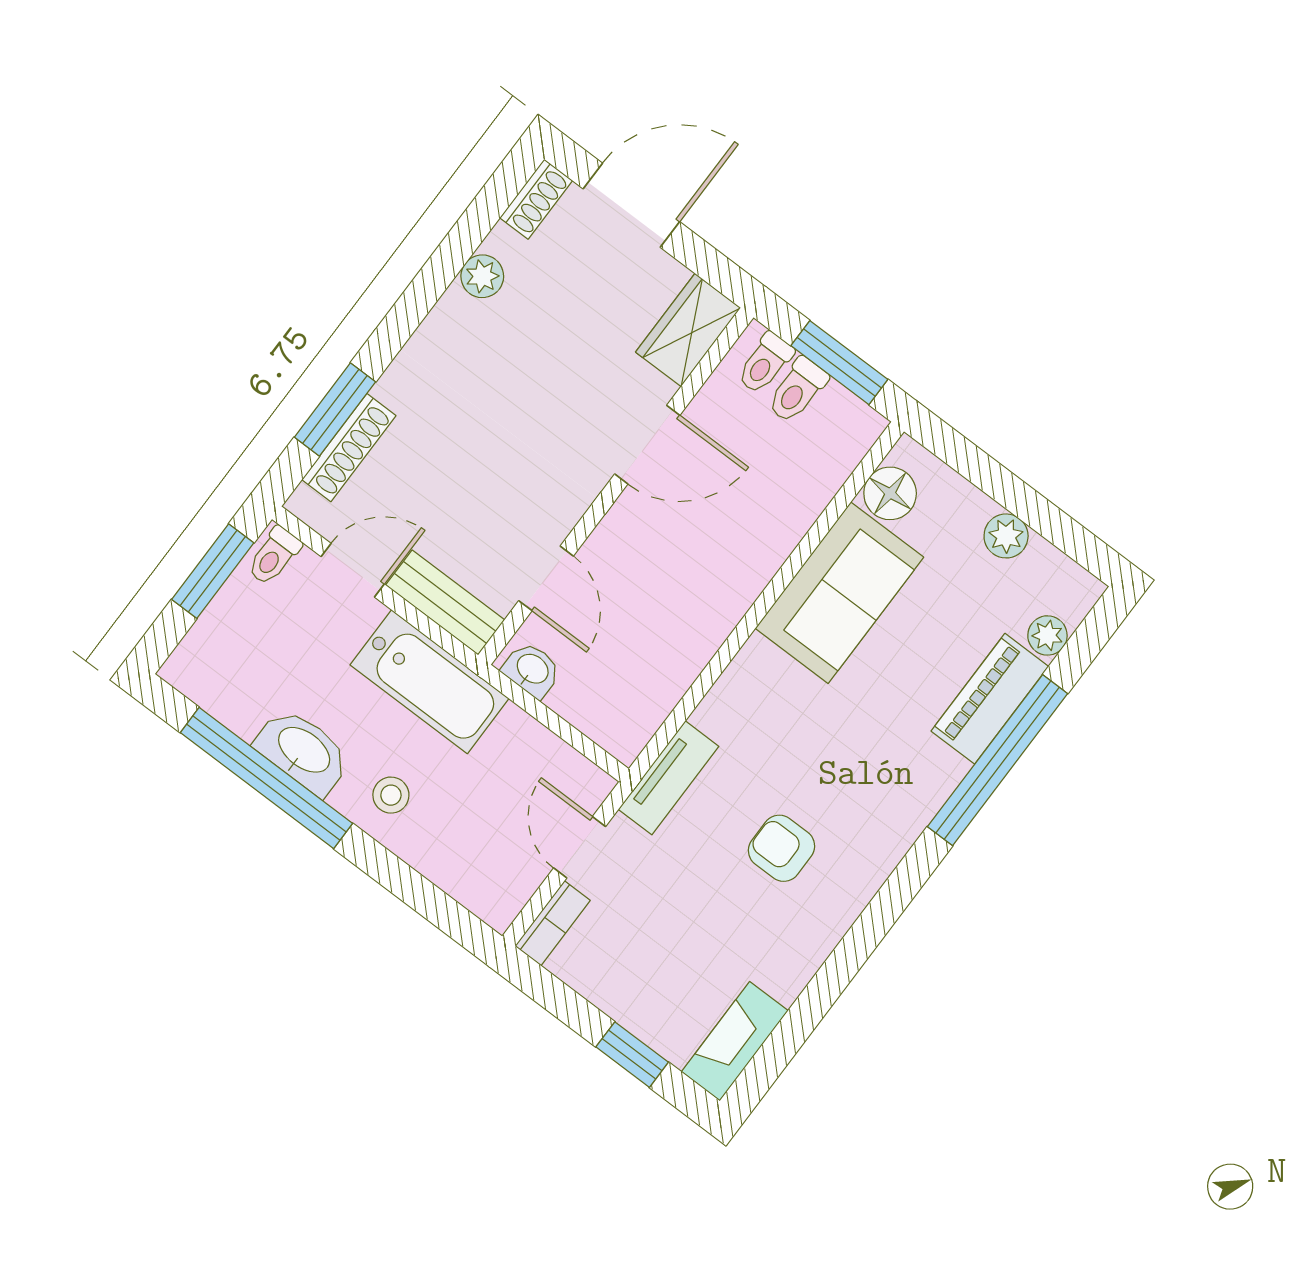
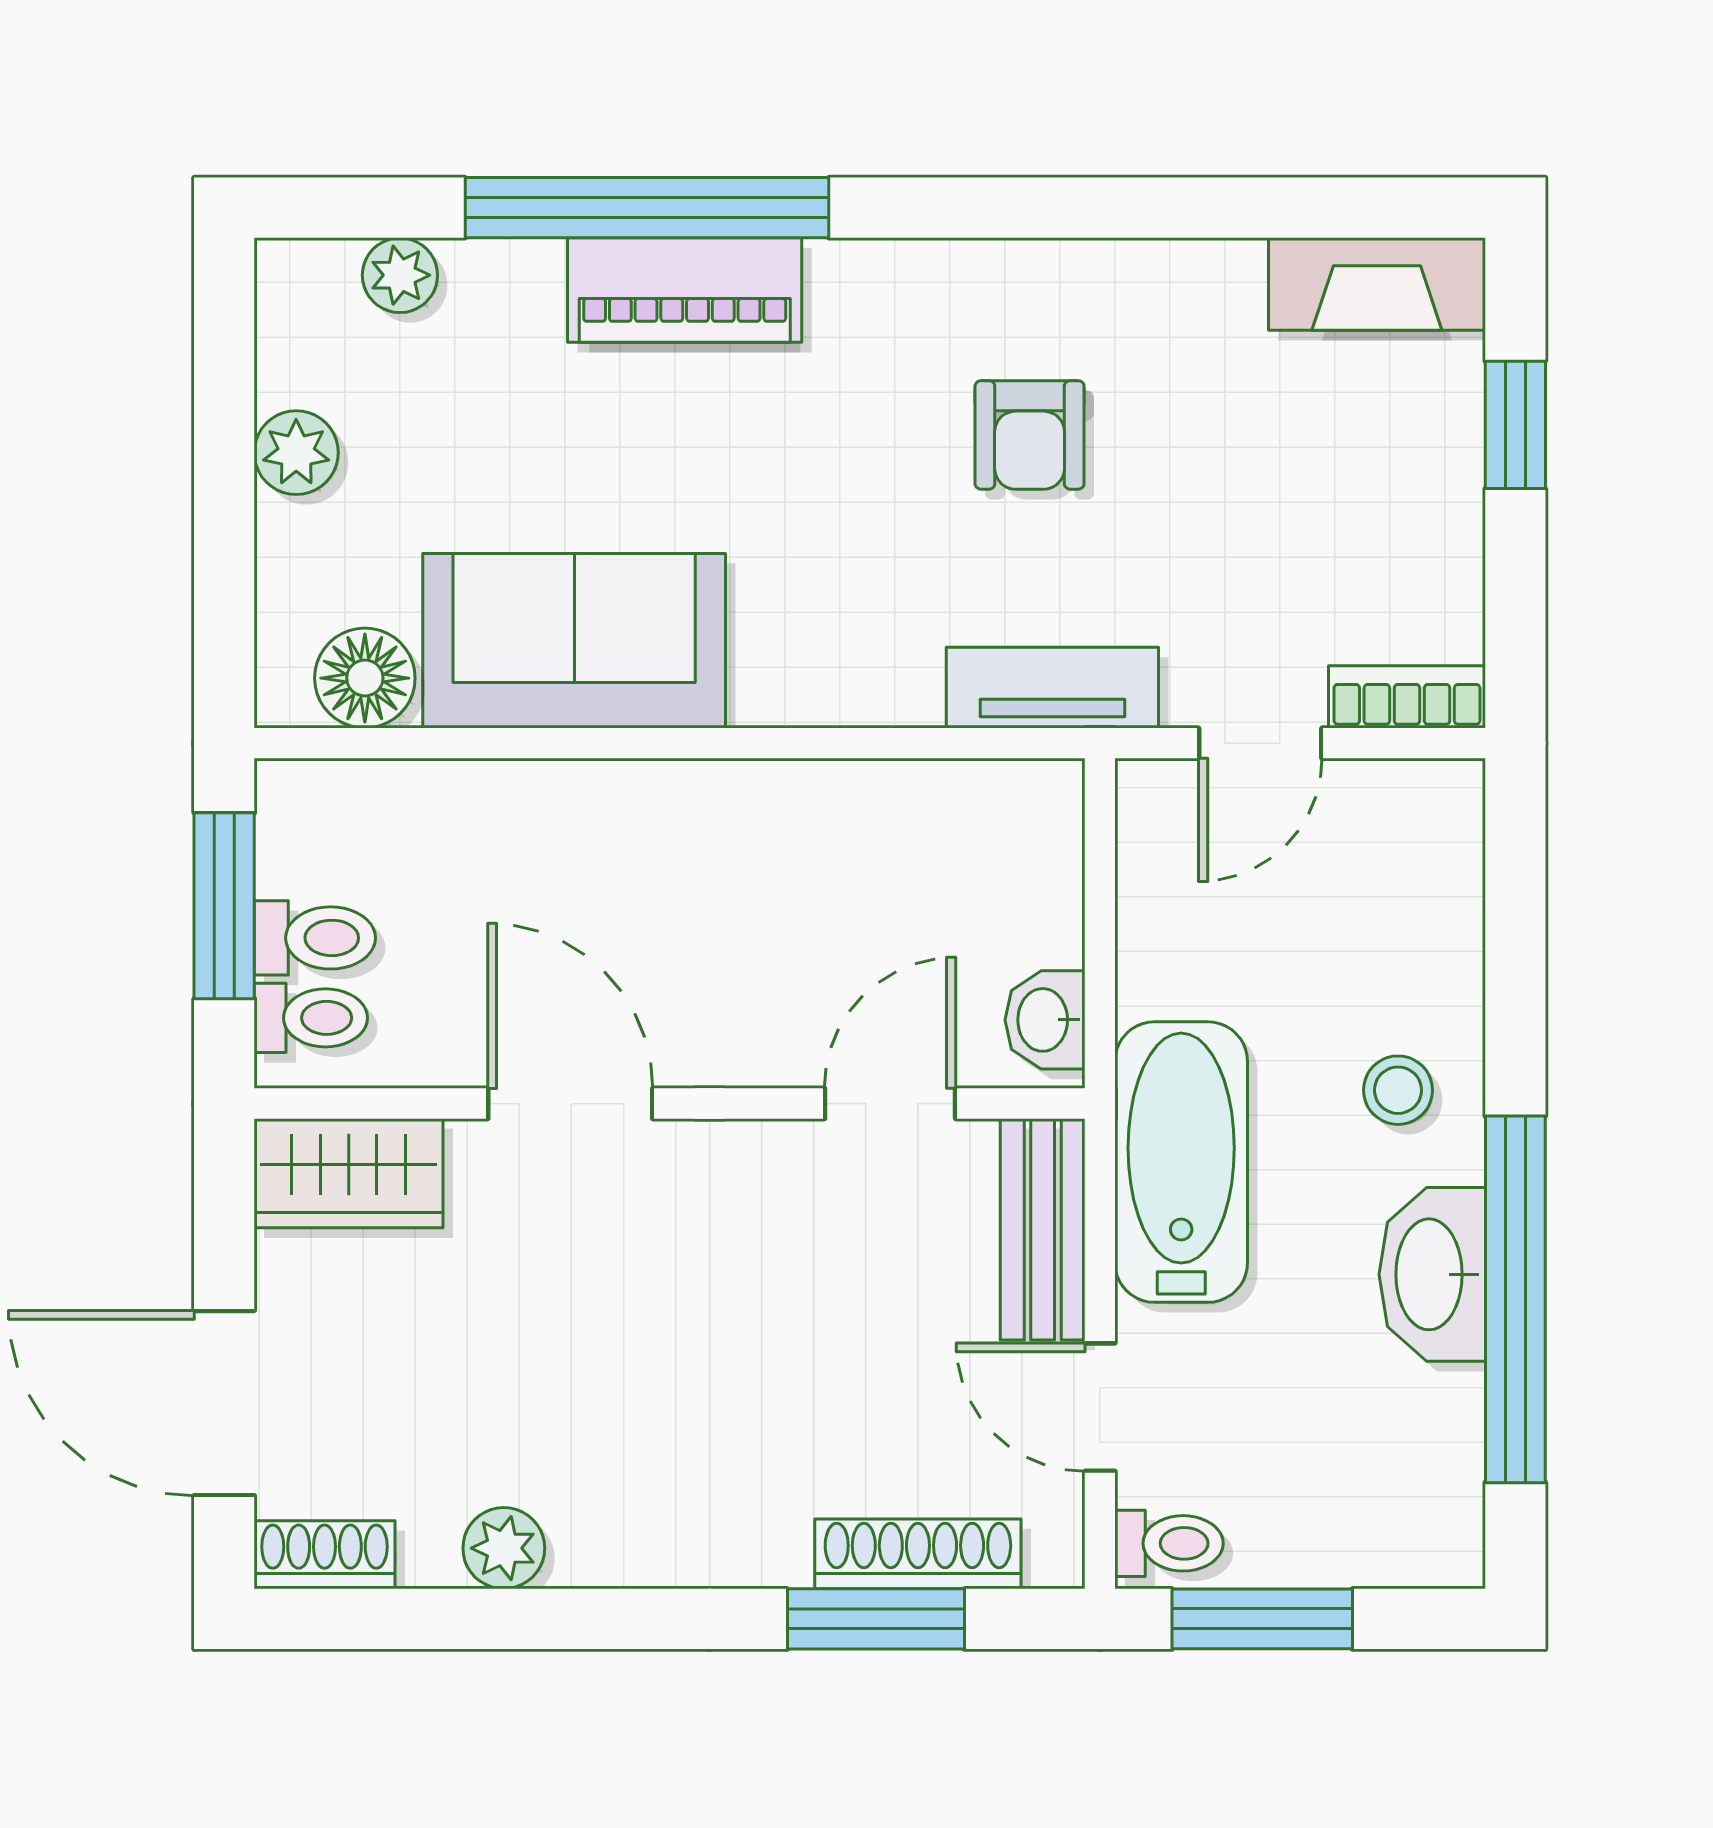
piano: (990, 699) -> (685, 290), moved

